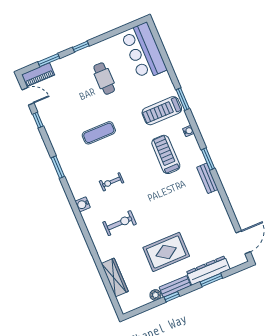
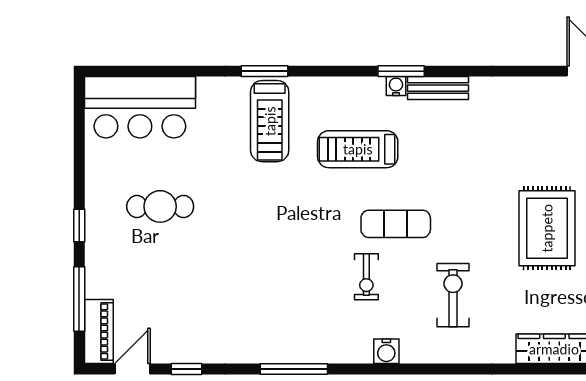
window: (49, 60) -> (79, 299), width x1.44
water cooler: (188, 131) -> (396, 86), moved
exercise mat: (99, 133) -> (396, 224), moved, turned 90
window: (58, 167) -> (294, 369), width x1.44

